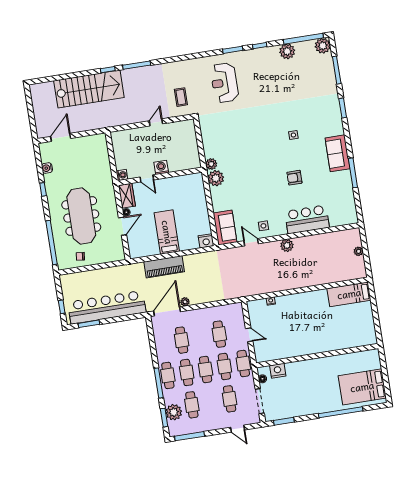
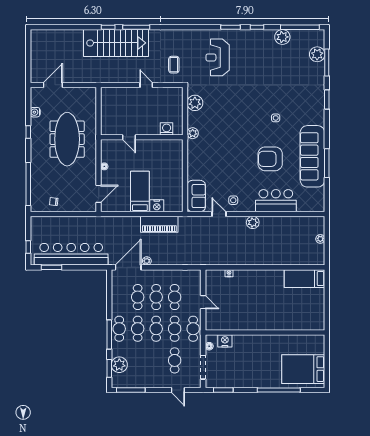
plant: (323, 46) -> (317, 54), moved
stairs: (89, 89) -> (116, 43), moved
door: (156, 122) -> (146, 85), hinge flipped
sofa: (338, 153) -> (312, 156), width x1.85, depth x1.27
washing machine: (161, 167) -> (167, 129), moved
washing machine: (122, 175) -> (106, 130), removed
plant: (216, 178) -> (195, 103), moved
armchair: (294, 178) -> (270, 159), width x1.88, depth x1.88
wardrobe: (127, 196) -> (107, 151), removed
meeting table: (81, 216) -> (67, 139), moved
door: (123, 226) -> (99, 194), moved
nightstand: (206, 241) -> (157, 206), moved
piano: (164, 267) -> (159, 224), moved
cafe table: (192, 405) -> (156, 297), moved

